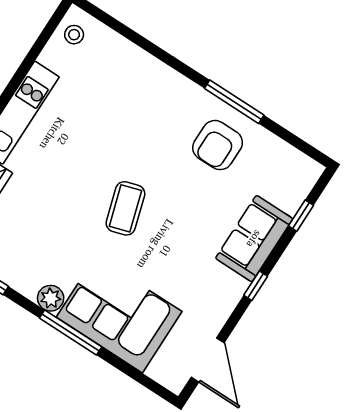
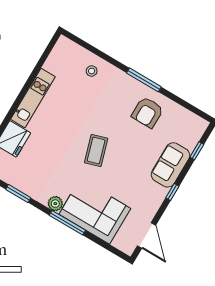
stool: (74, 35) -> (92, 71), moved
window: (234, 102) -> (144, 80), moved

